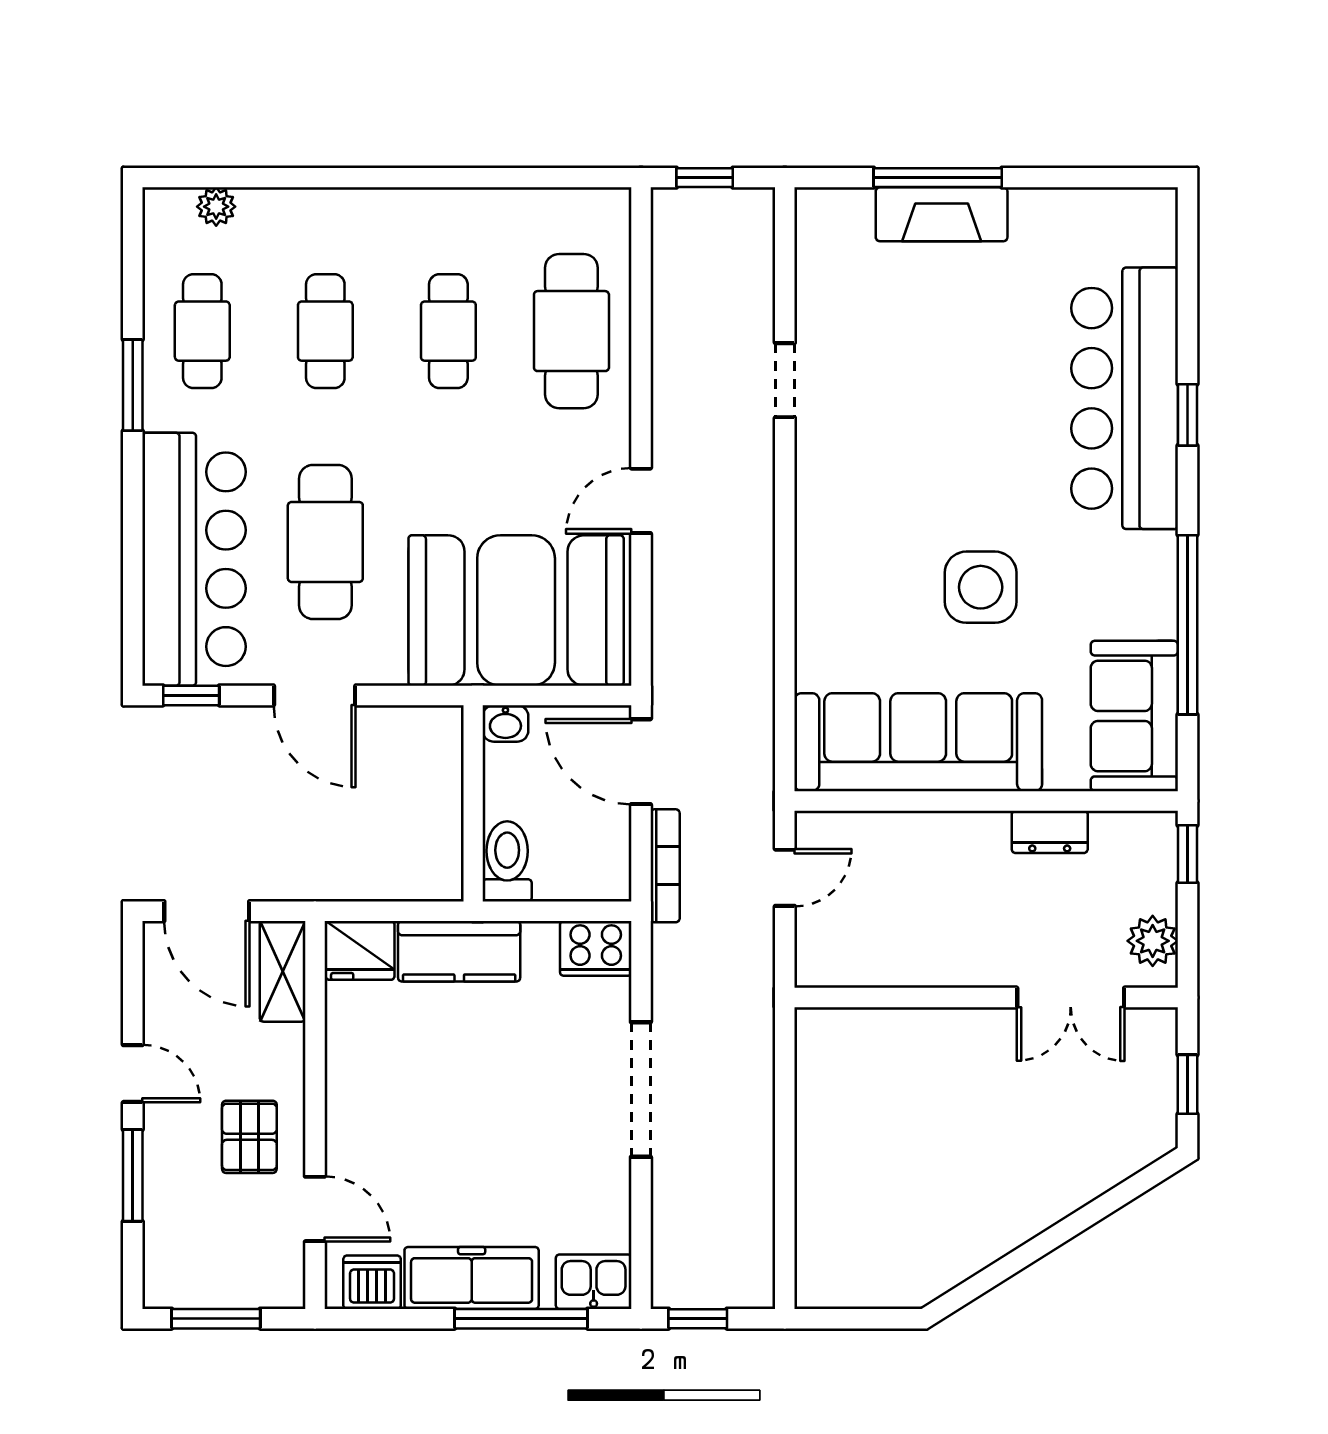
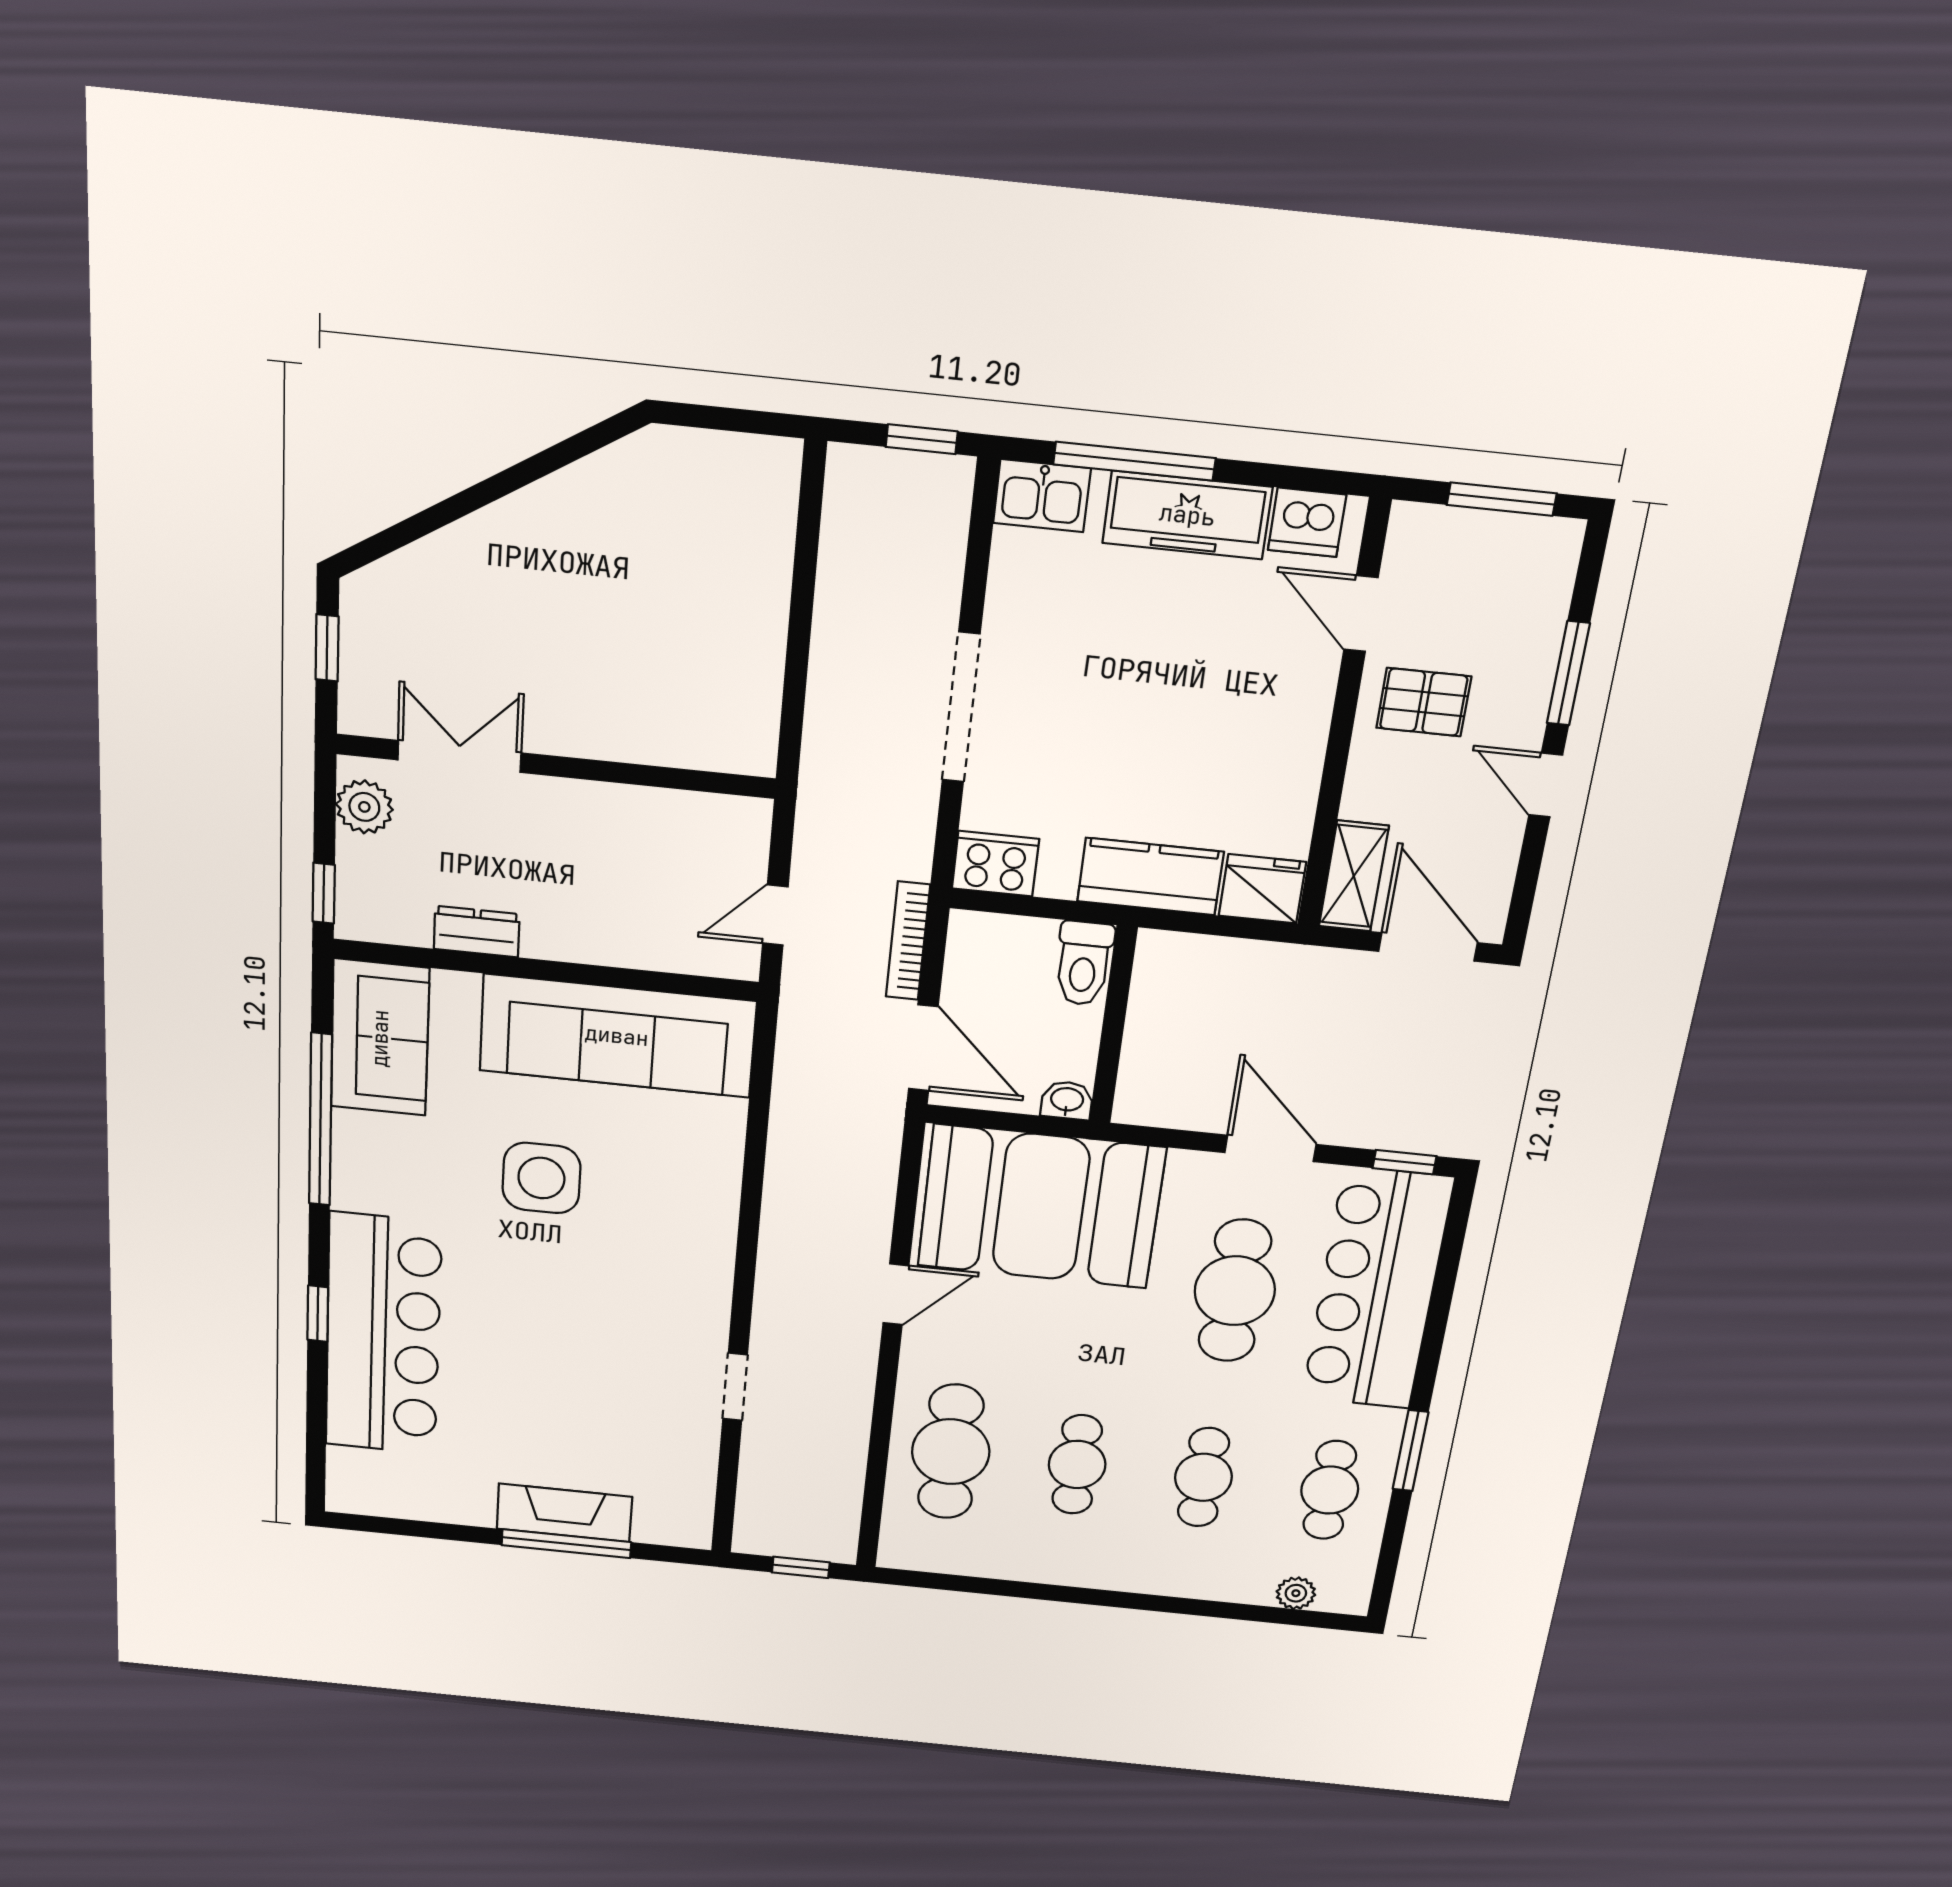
pallet: (249, 1137) -> (1424, 702), turned 90

